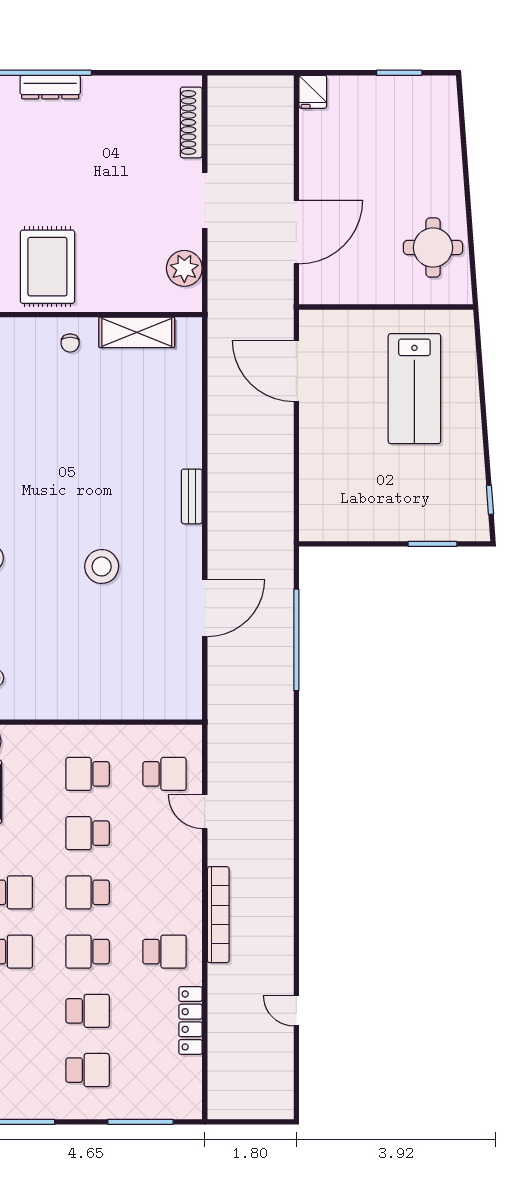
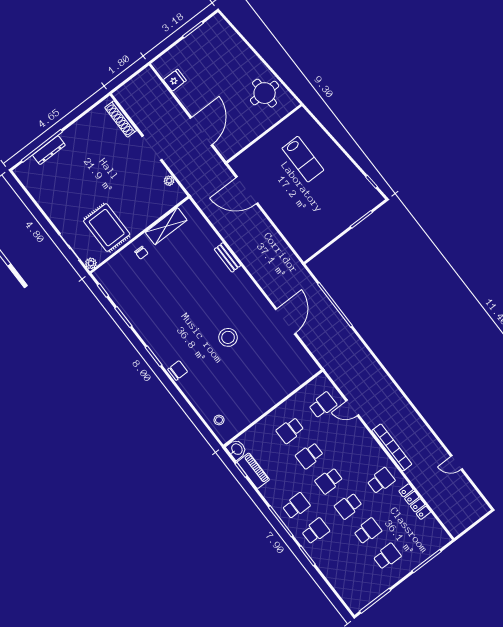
fridge: (313, 92) -> (175, 80), moved, turned -90
plant: (184, 268) -> (169, 181), width x0.53, depth x0.53
lab bench: (414, 389) -> (303, 159), width x0.73, depth x0.72
bench: (192, 496) -> (228, 257), moved

